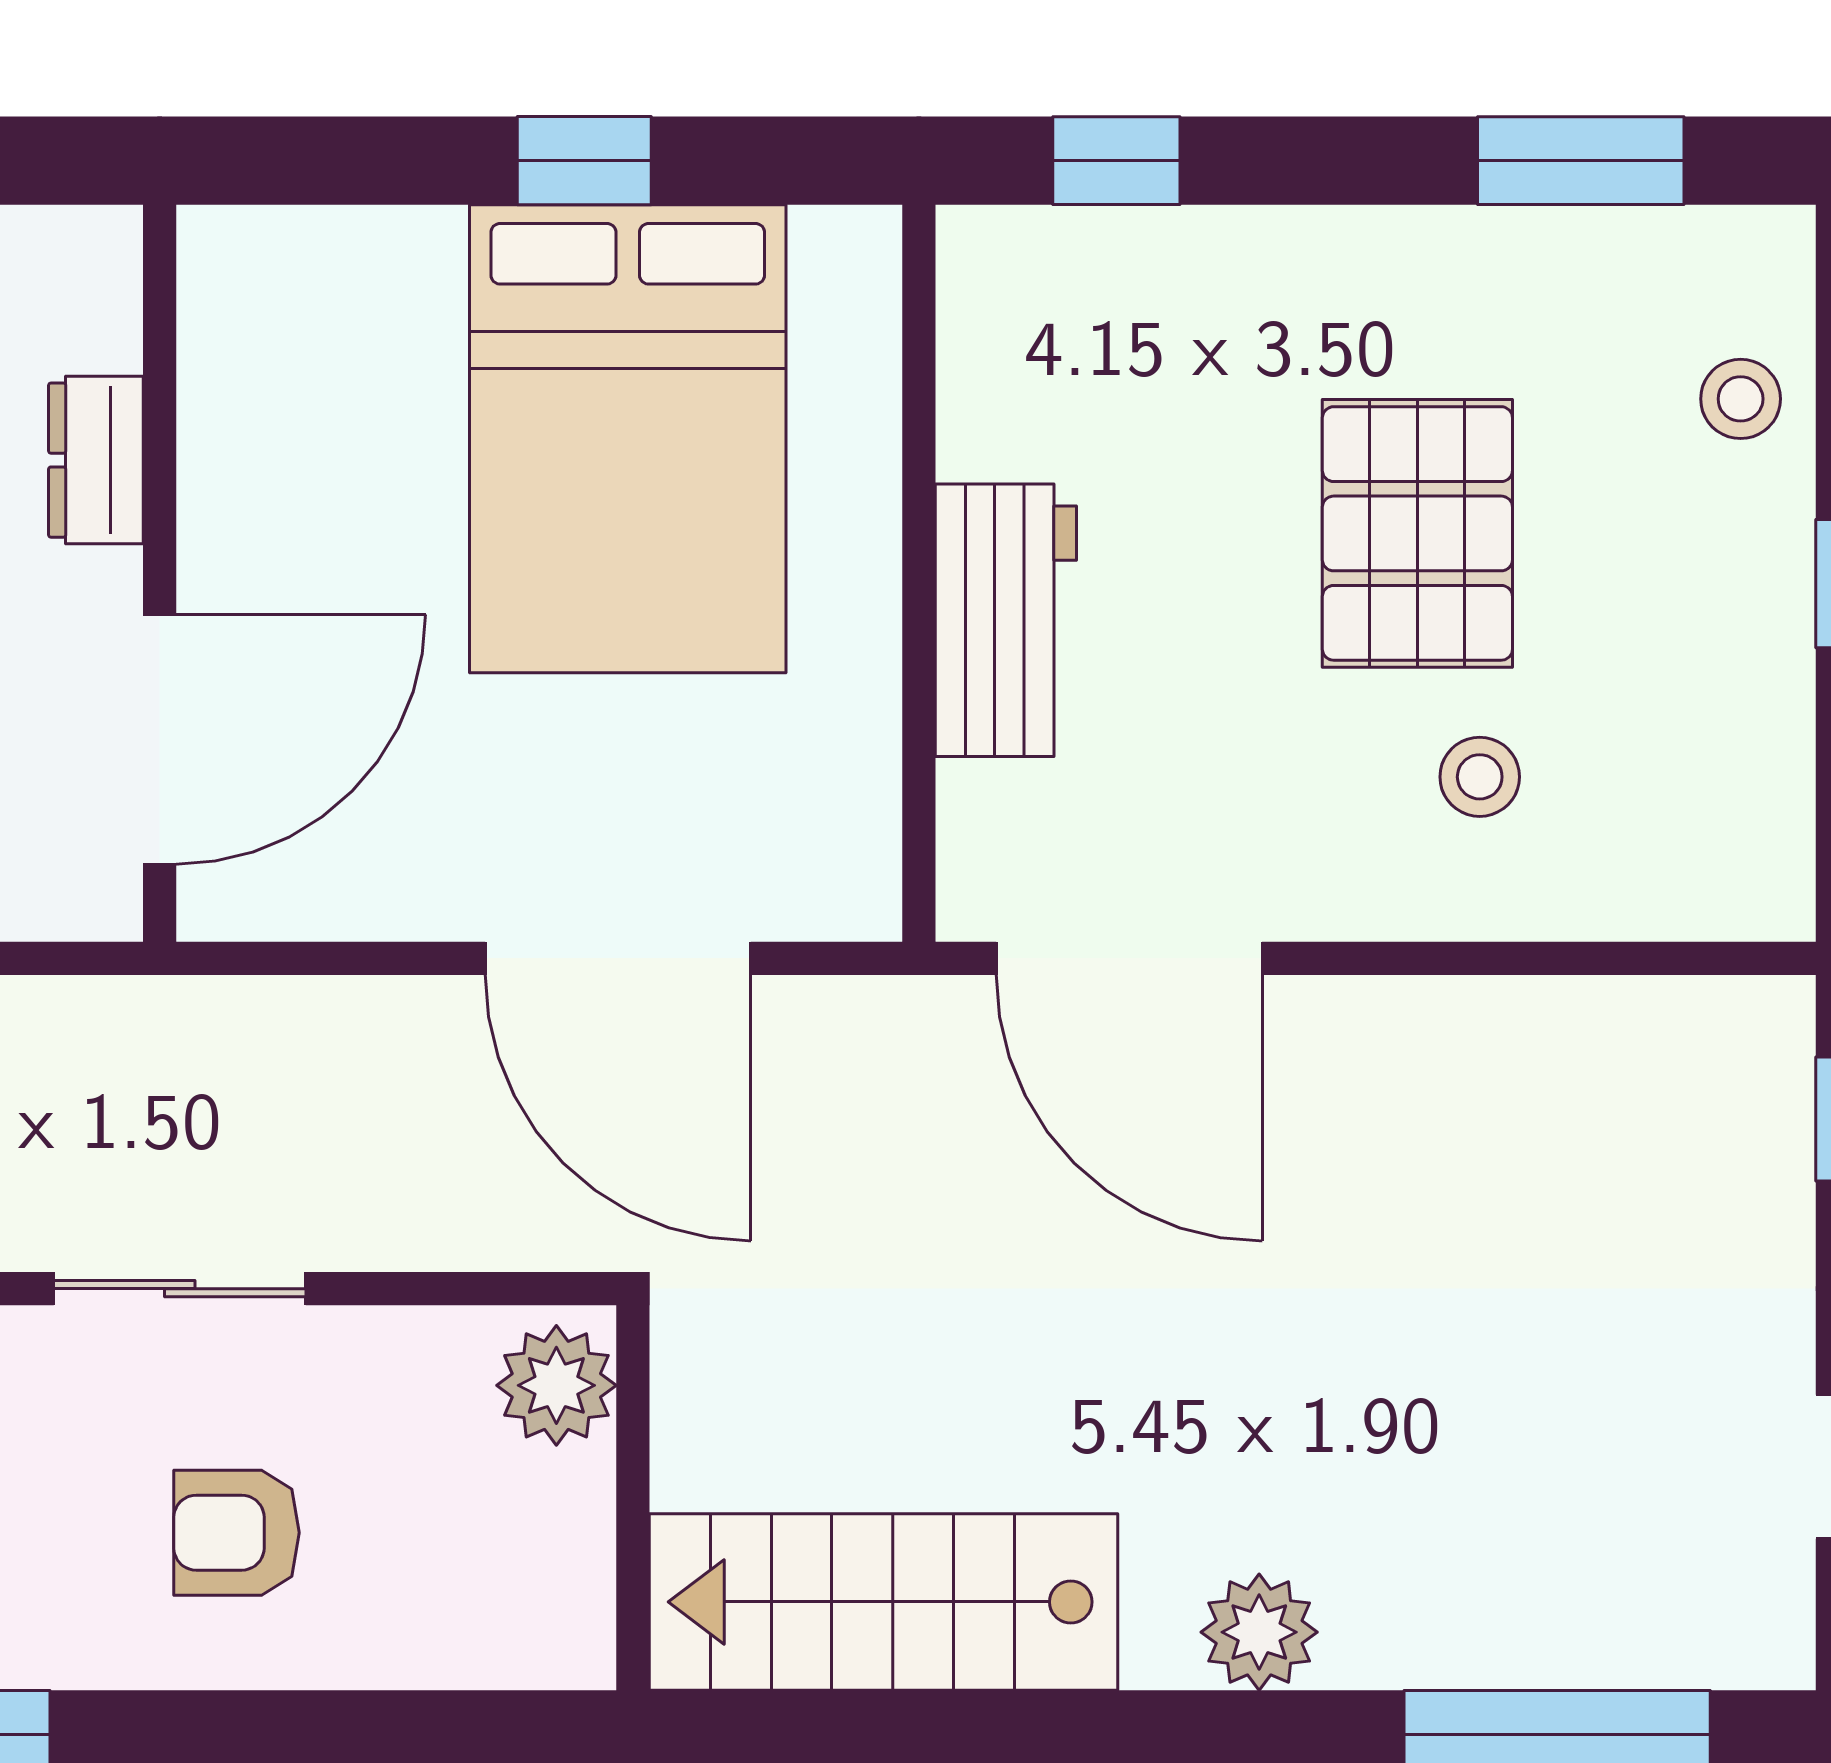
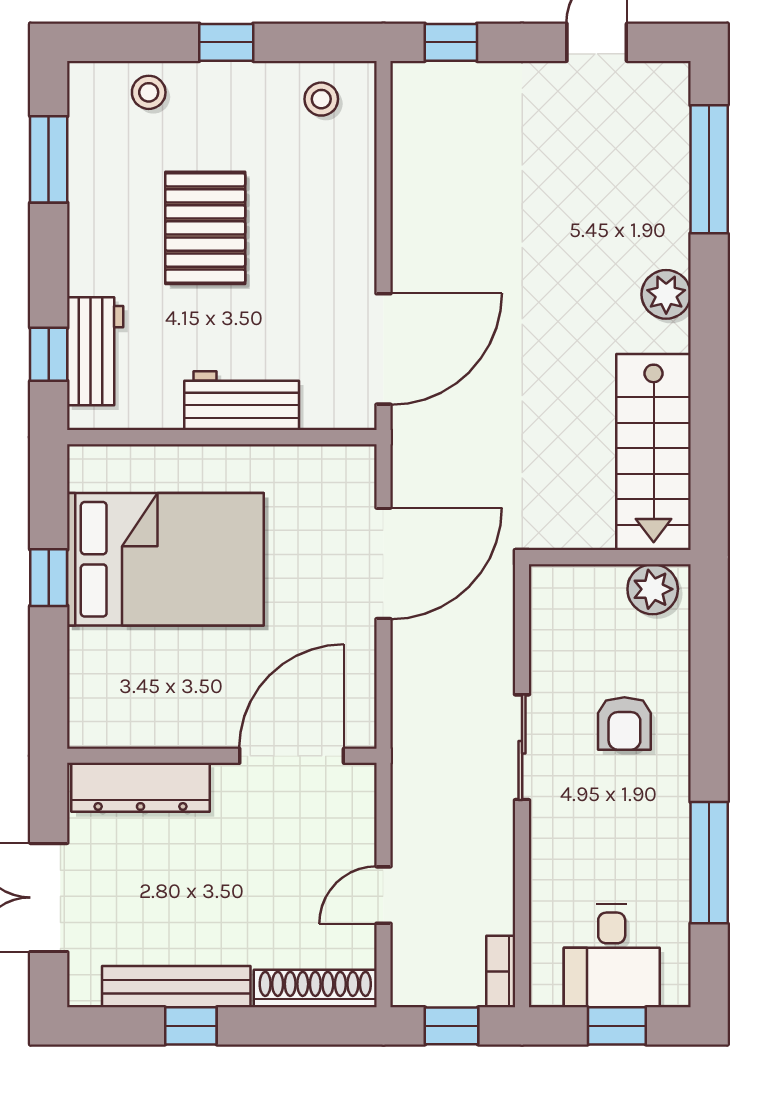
workbench: (1124, 271) -> (95, 351), added
dresser: (96, 460) -> (140, 787), width x1.96, depth x1.24
pallet: (1417, 533) -> (205, 228), turned 90
door: (160, 739) -> (292, 756), hinge flipped
stool: (1480, 777) -> (321, 99), moved
plant: (556, 1385) -> (653, 589), moved

